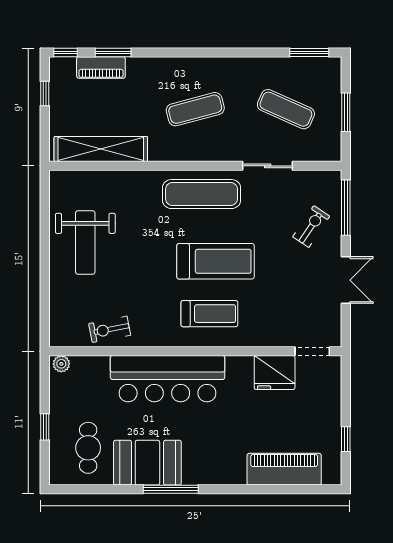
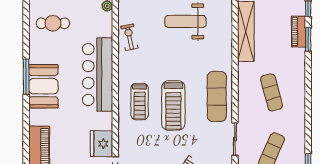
booth: (147, 463) -> (43, 86), moved

